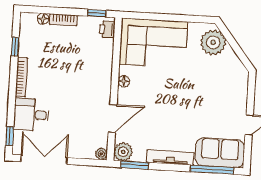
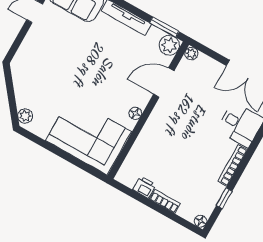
window: (97, 13) -> (129, 192), removed
floor lamp: (43, 19) -> (200, 221), moved
printer: (107, 29) -> (144, 187), moved, turned -90
plant: (213, 42) -> (25, 116), width x0.53, depth x0.53

